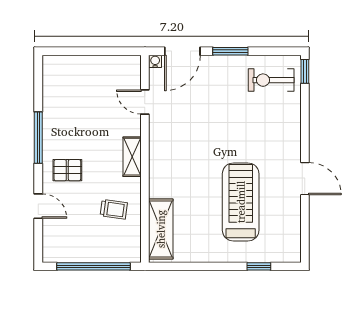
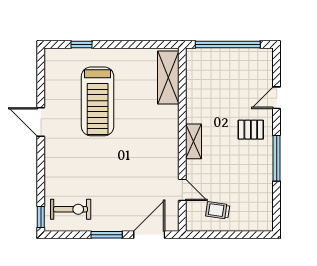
water cooler: (155, 61) -> (173, 226), removed
door: (38, 206) -> (277, 98), hinge flipped
trolley: (114, 209) -> (218, 210), moved

